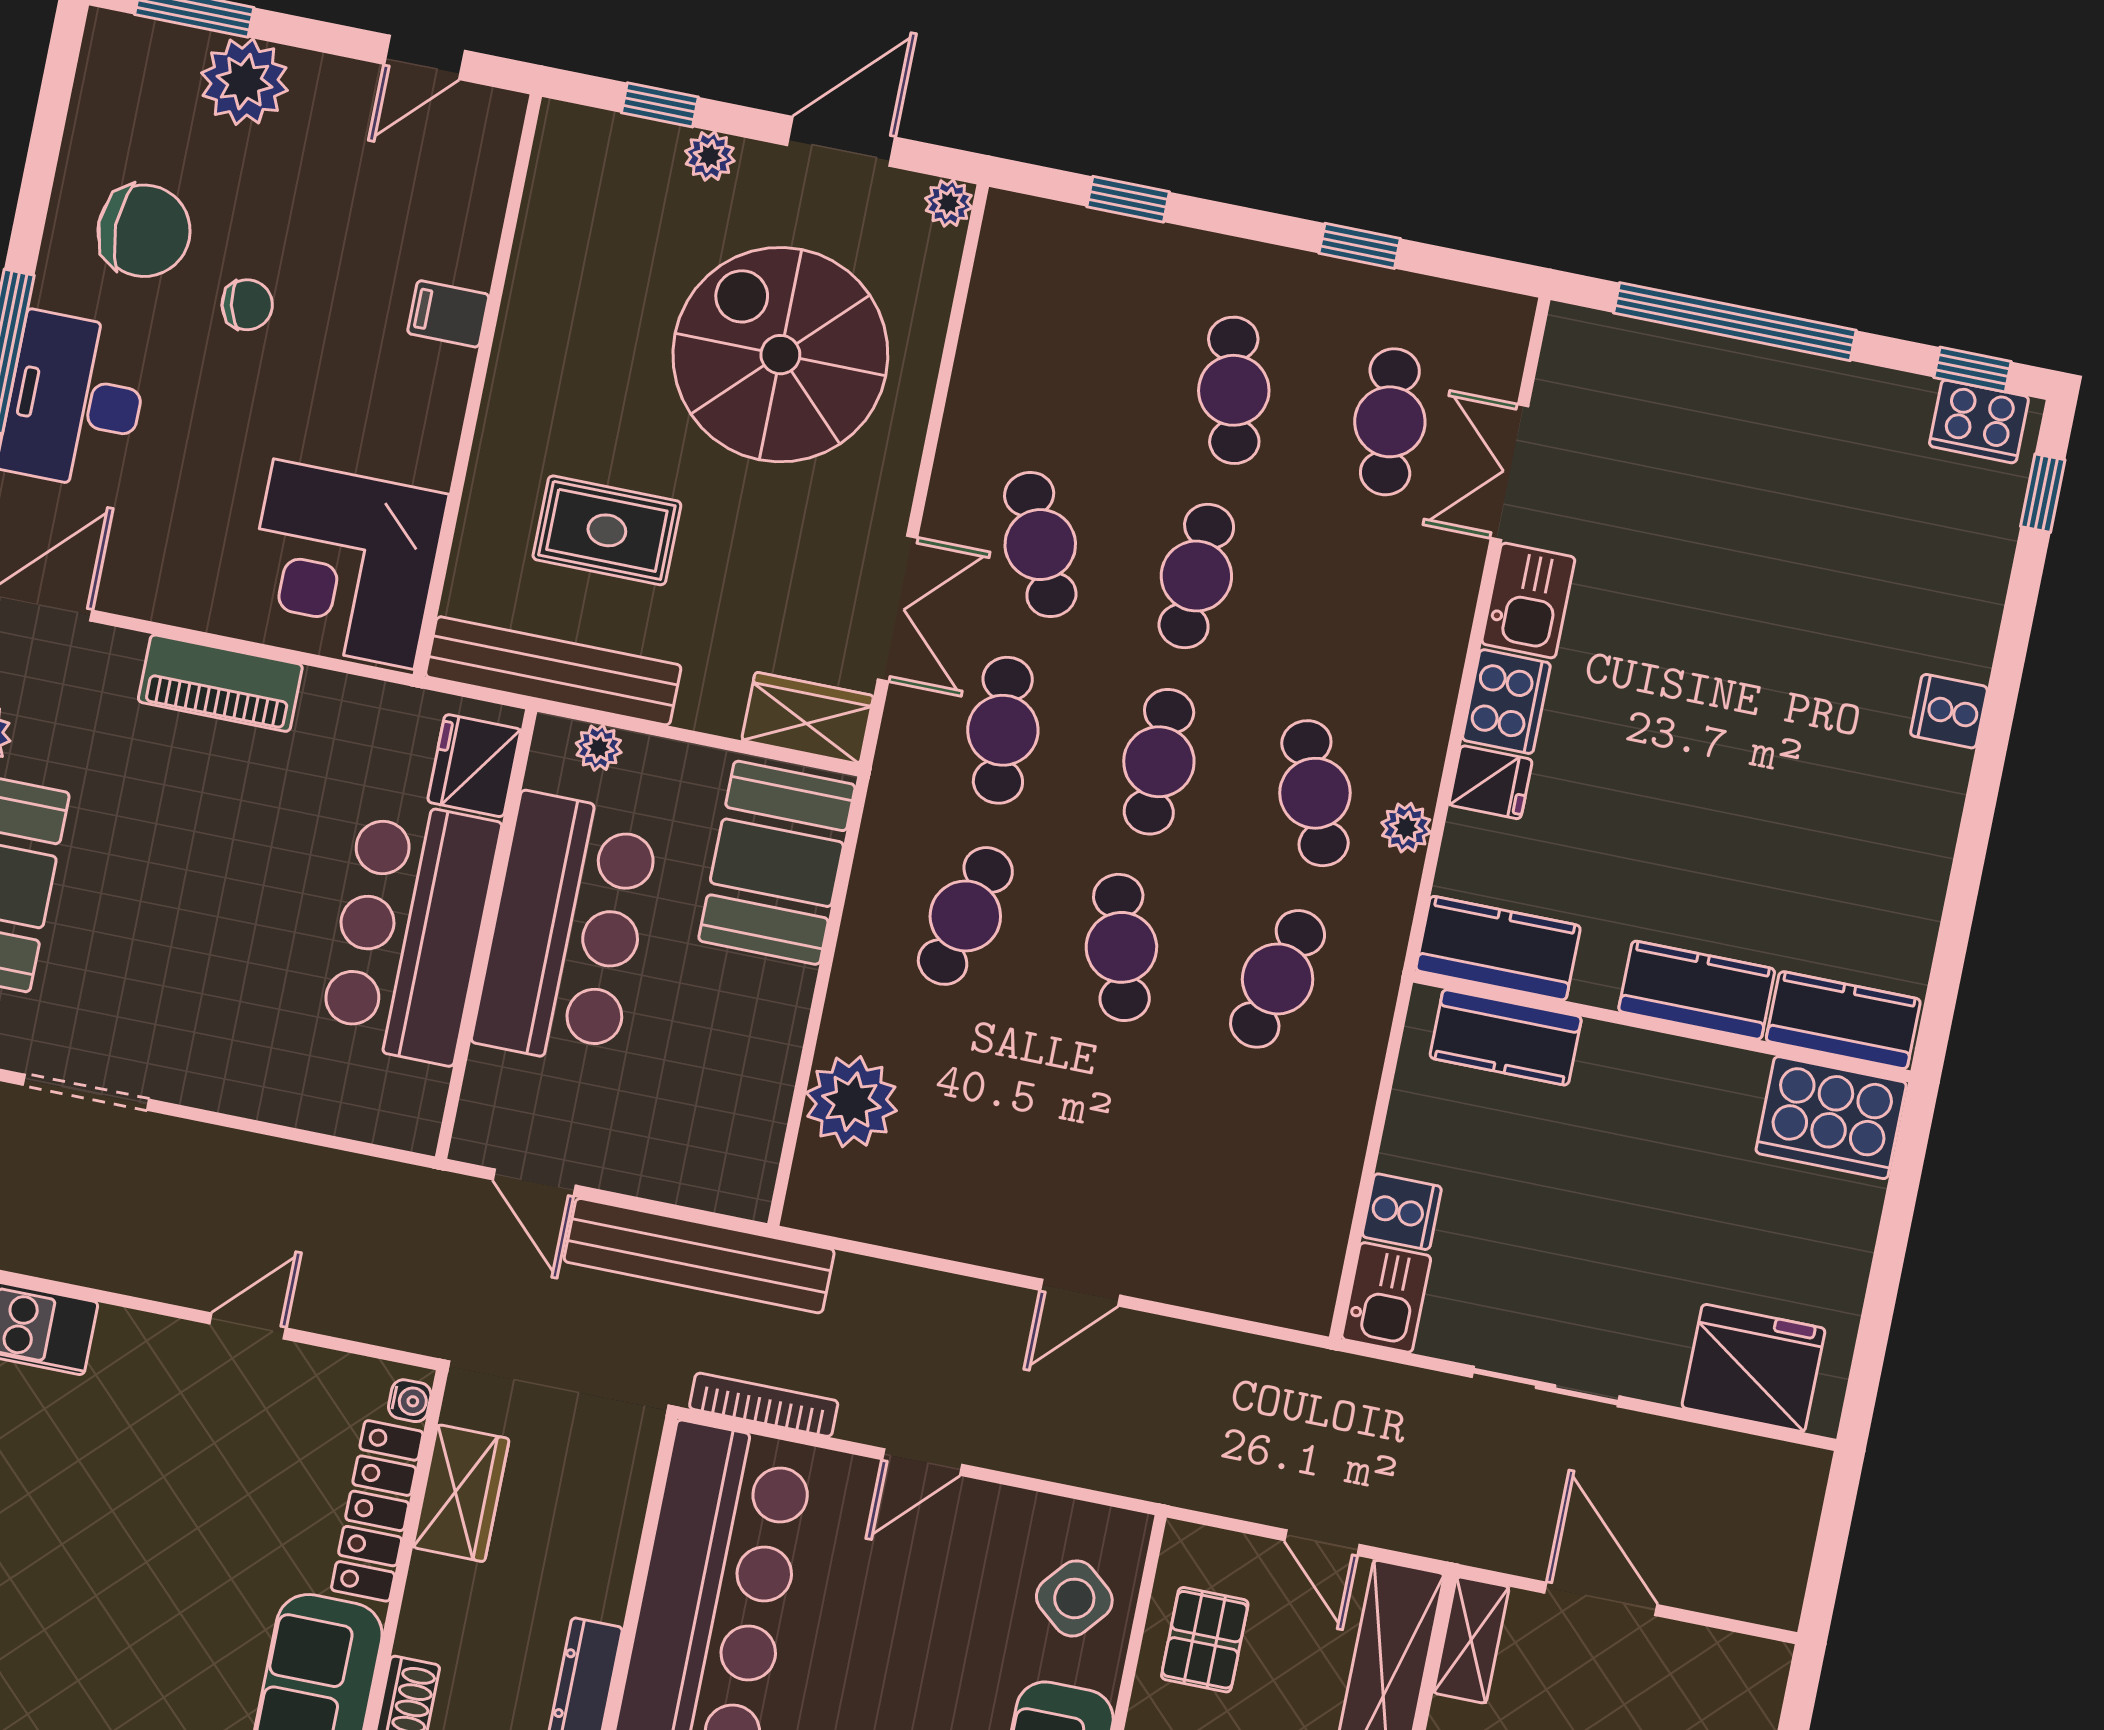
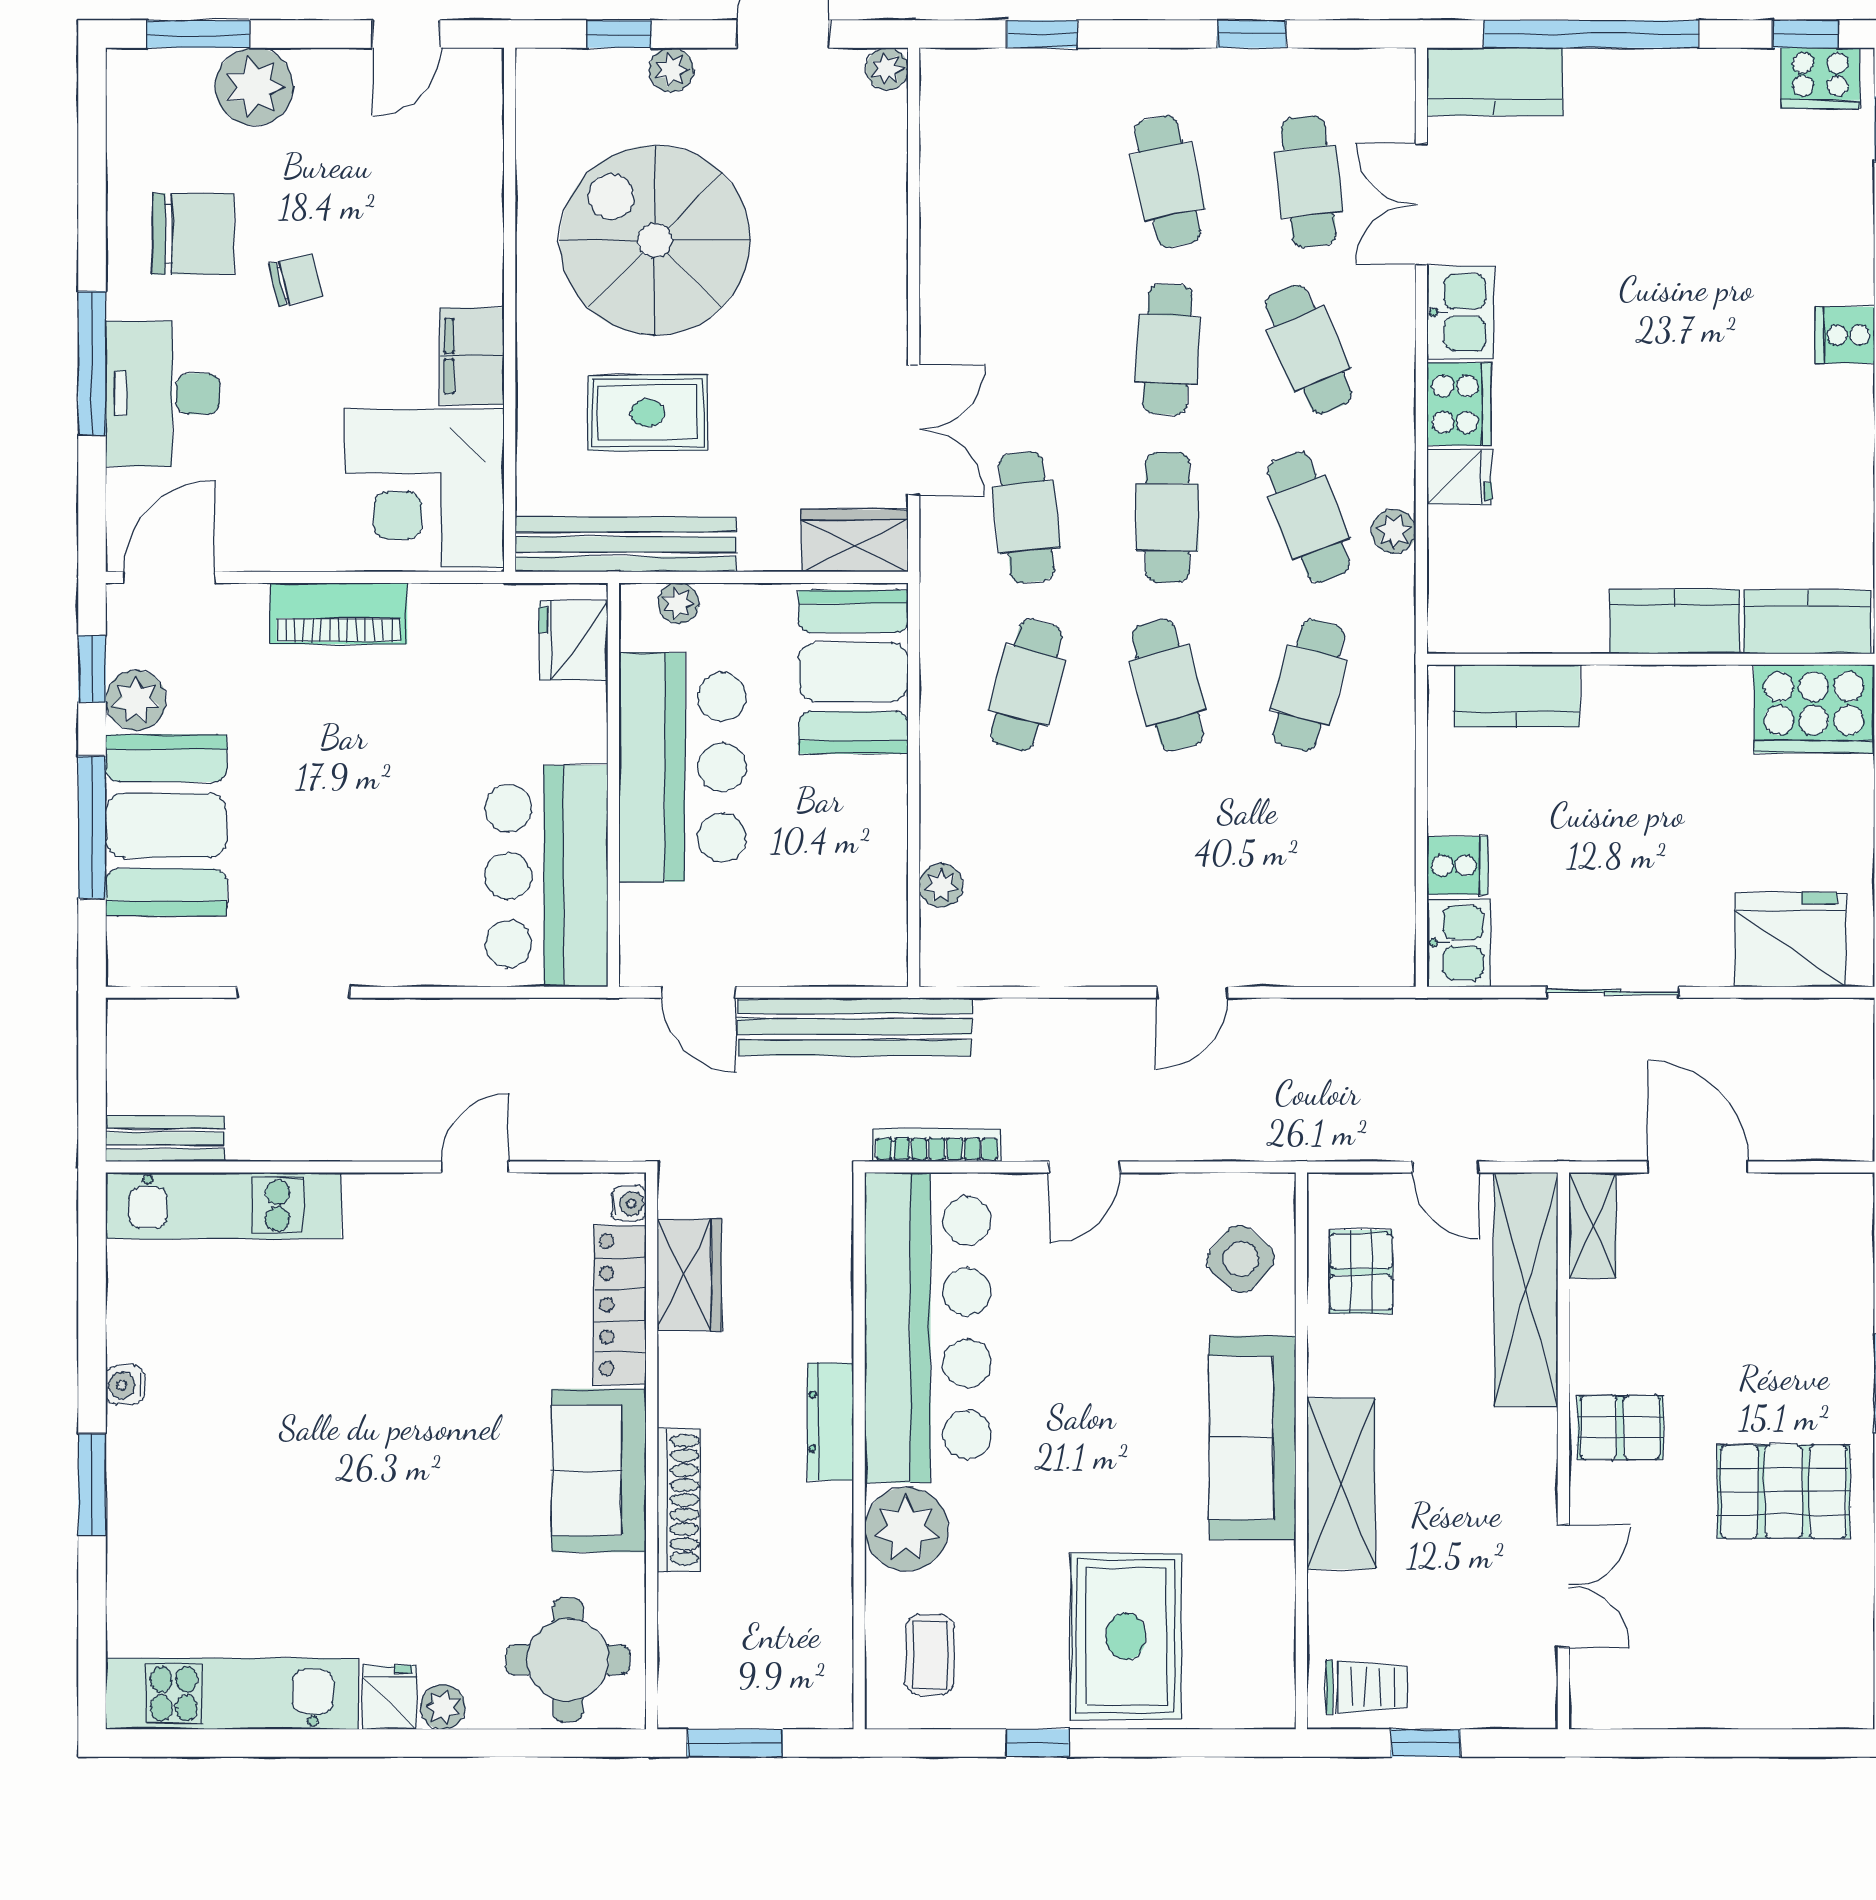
filing cabinet: (448, 314) -> (472, 356), moved, width x2.00
spiral stairs: (780, 355) -> (655, 240), moved
cafe table: (1040, 545) -> (1309, 349), moved
bar counter: (410, 931) -> (546, 876), moved
kitchen counter: (1498, 948) -> (1495, 82), moved, turned 180
plant: (851, 1102) -> (941, 885), width x0.53, depth x0.53

